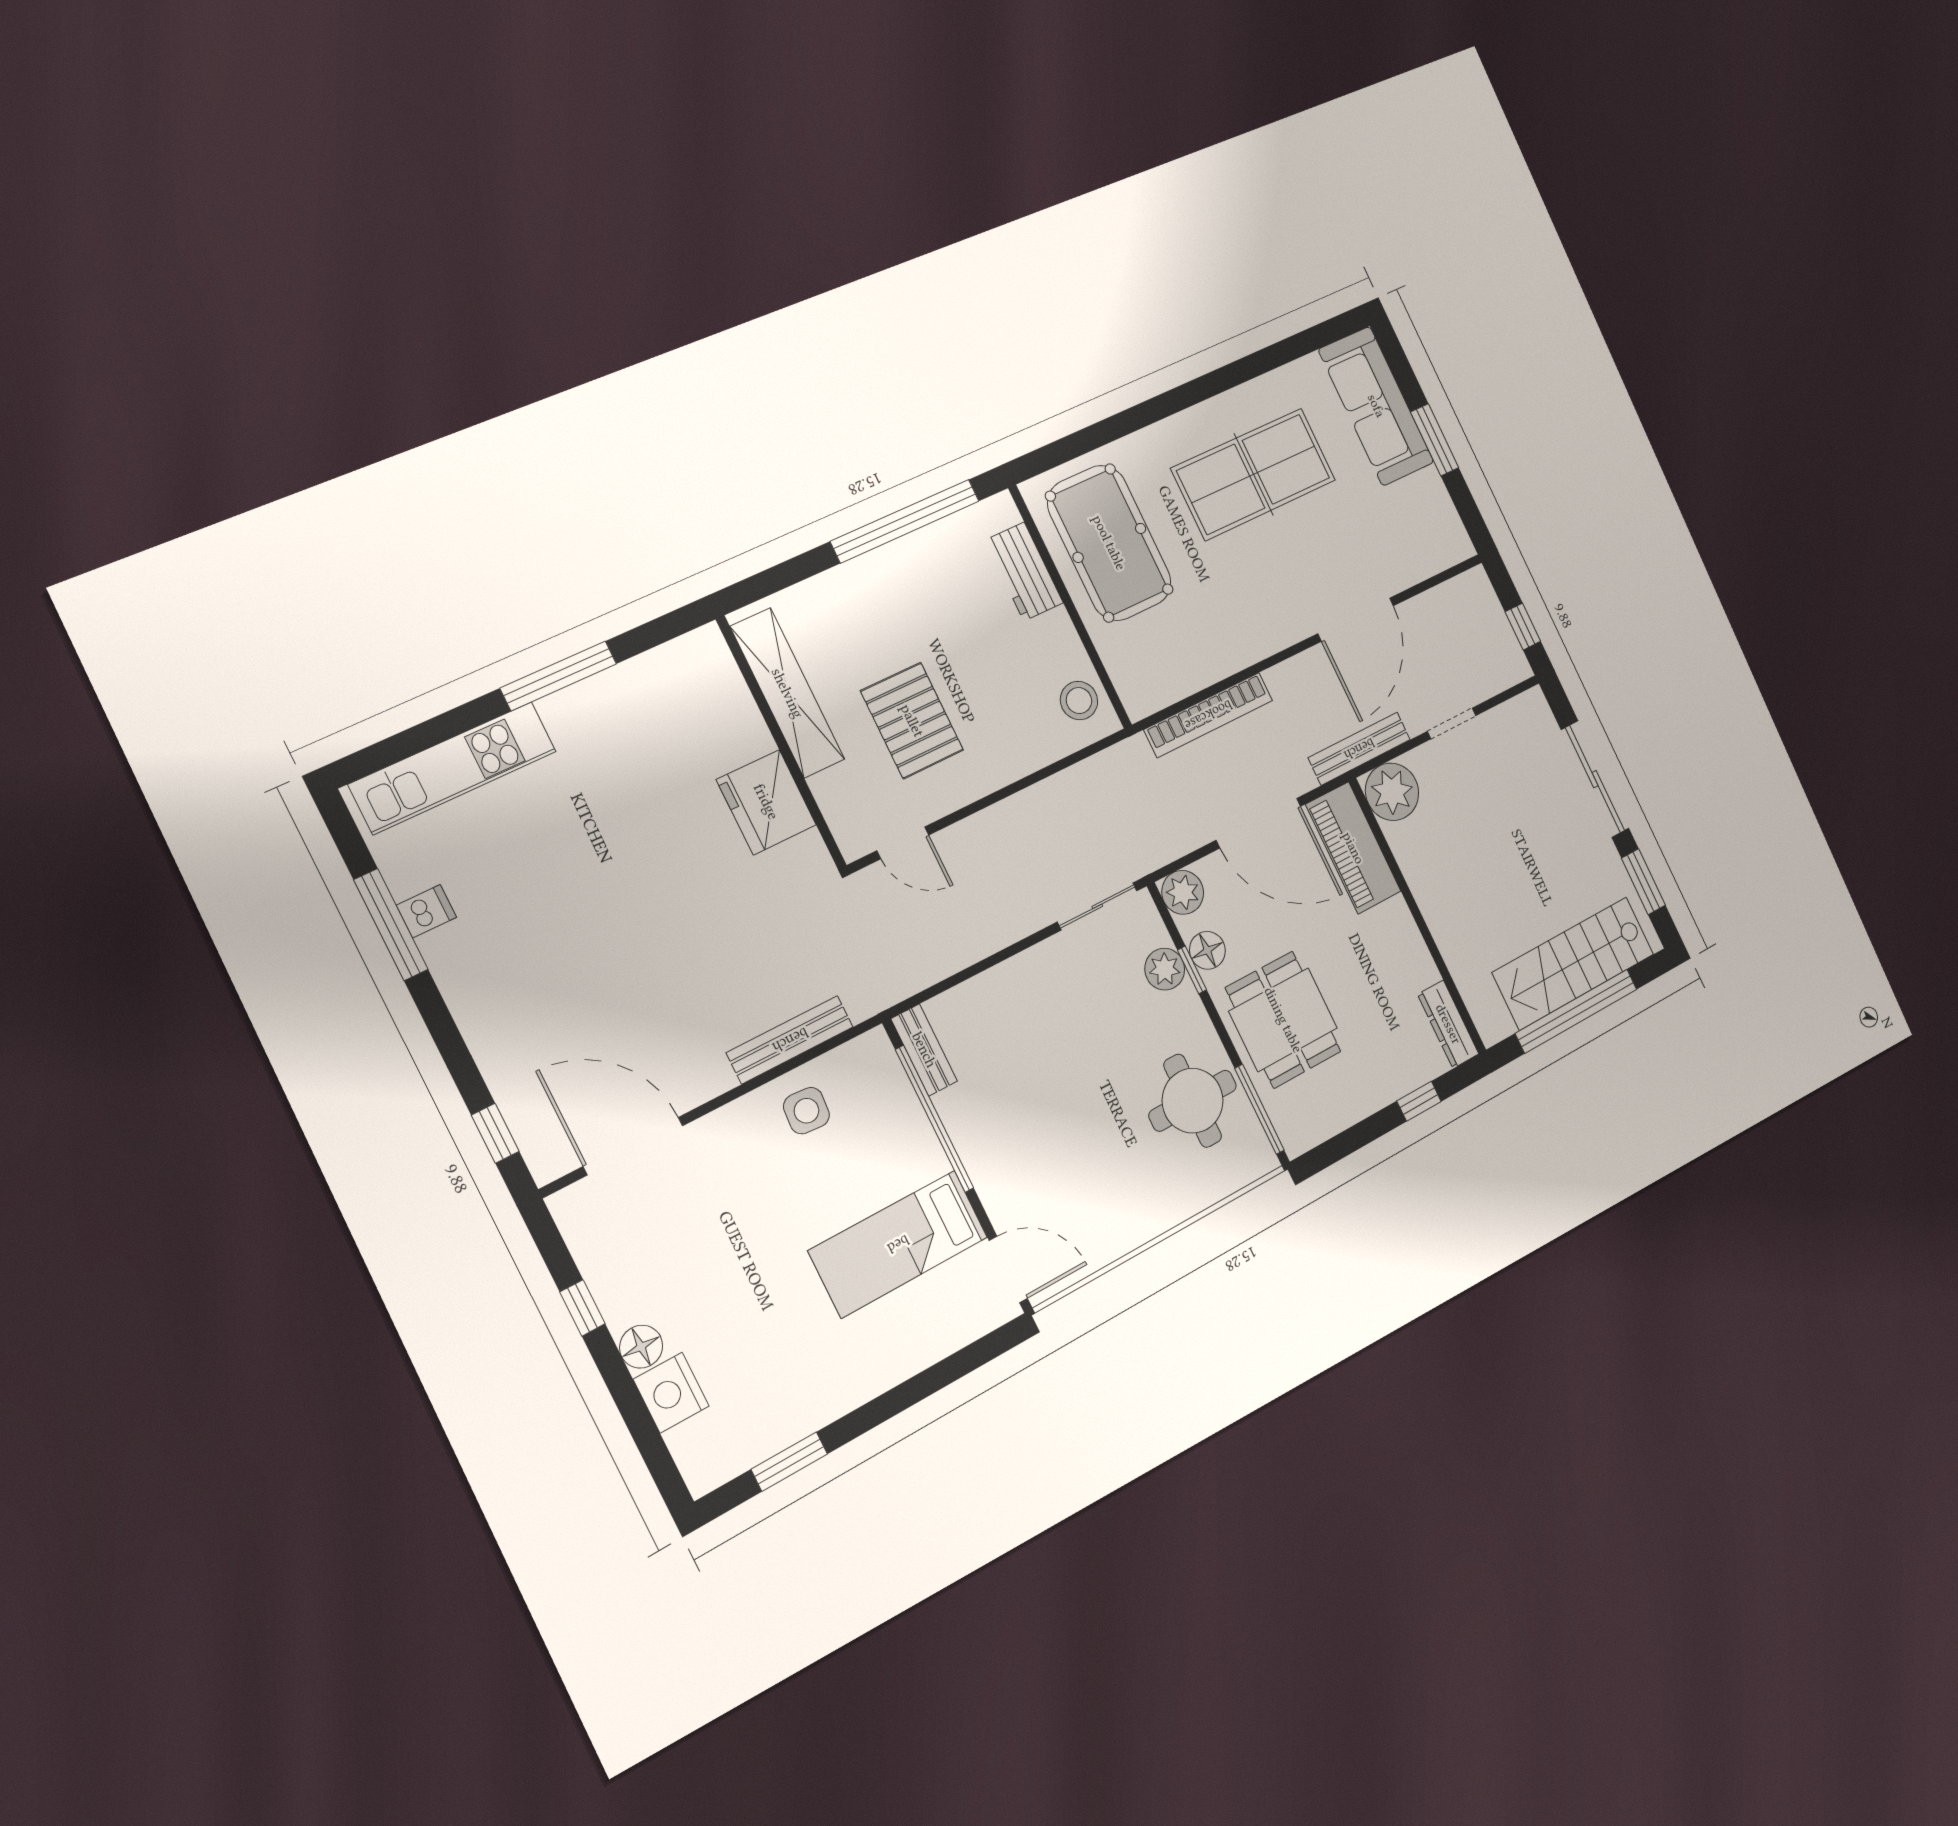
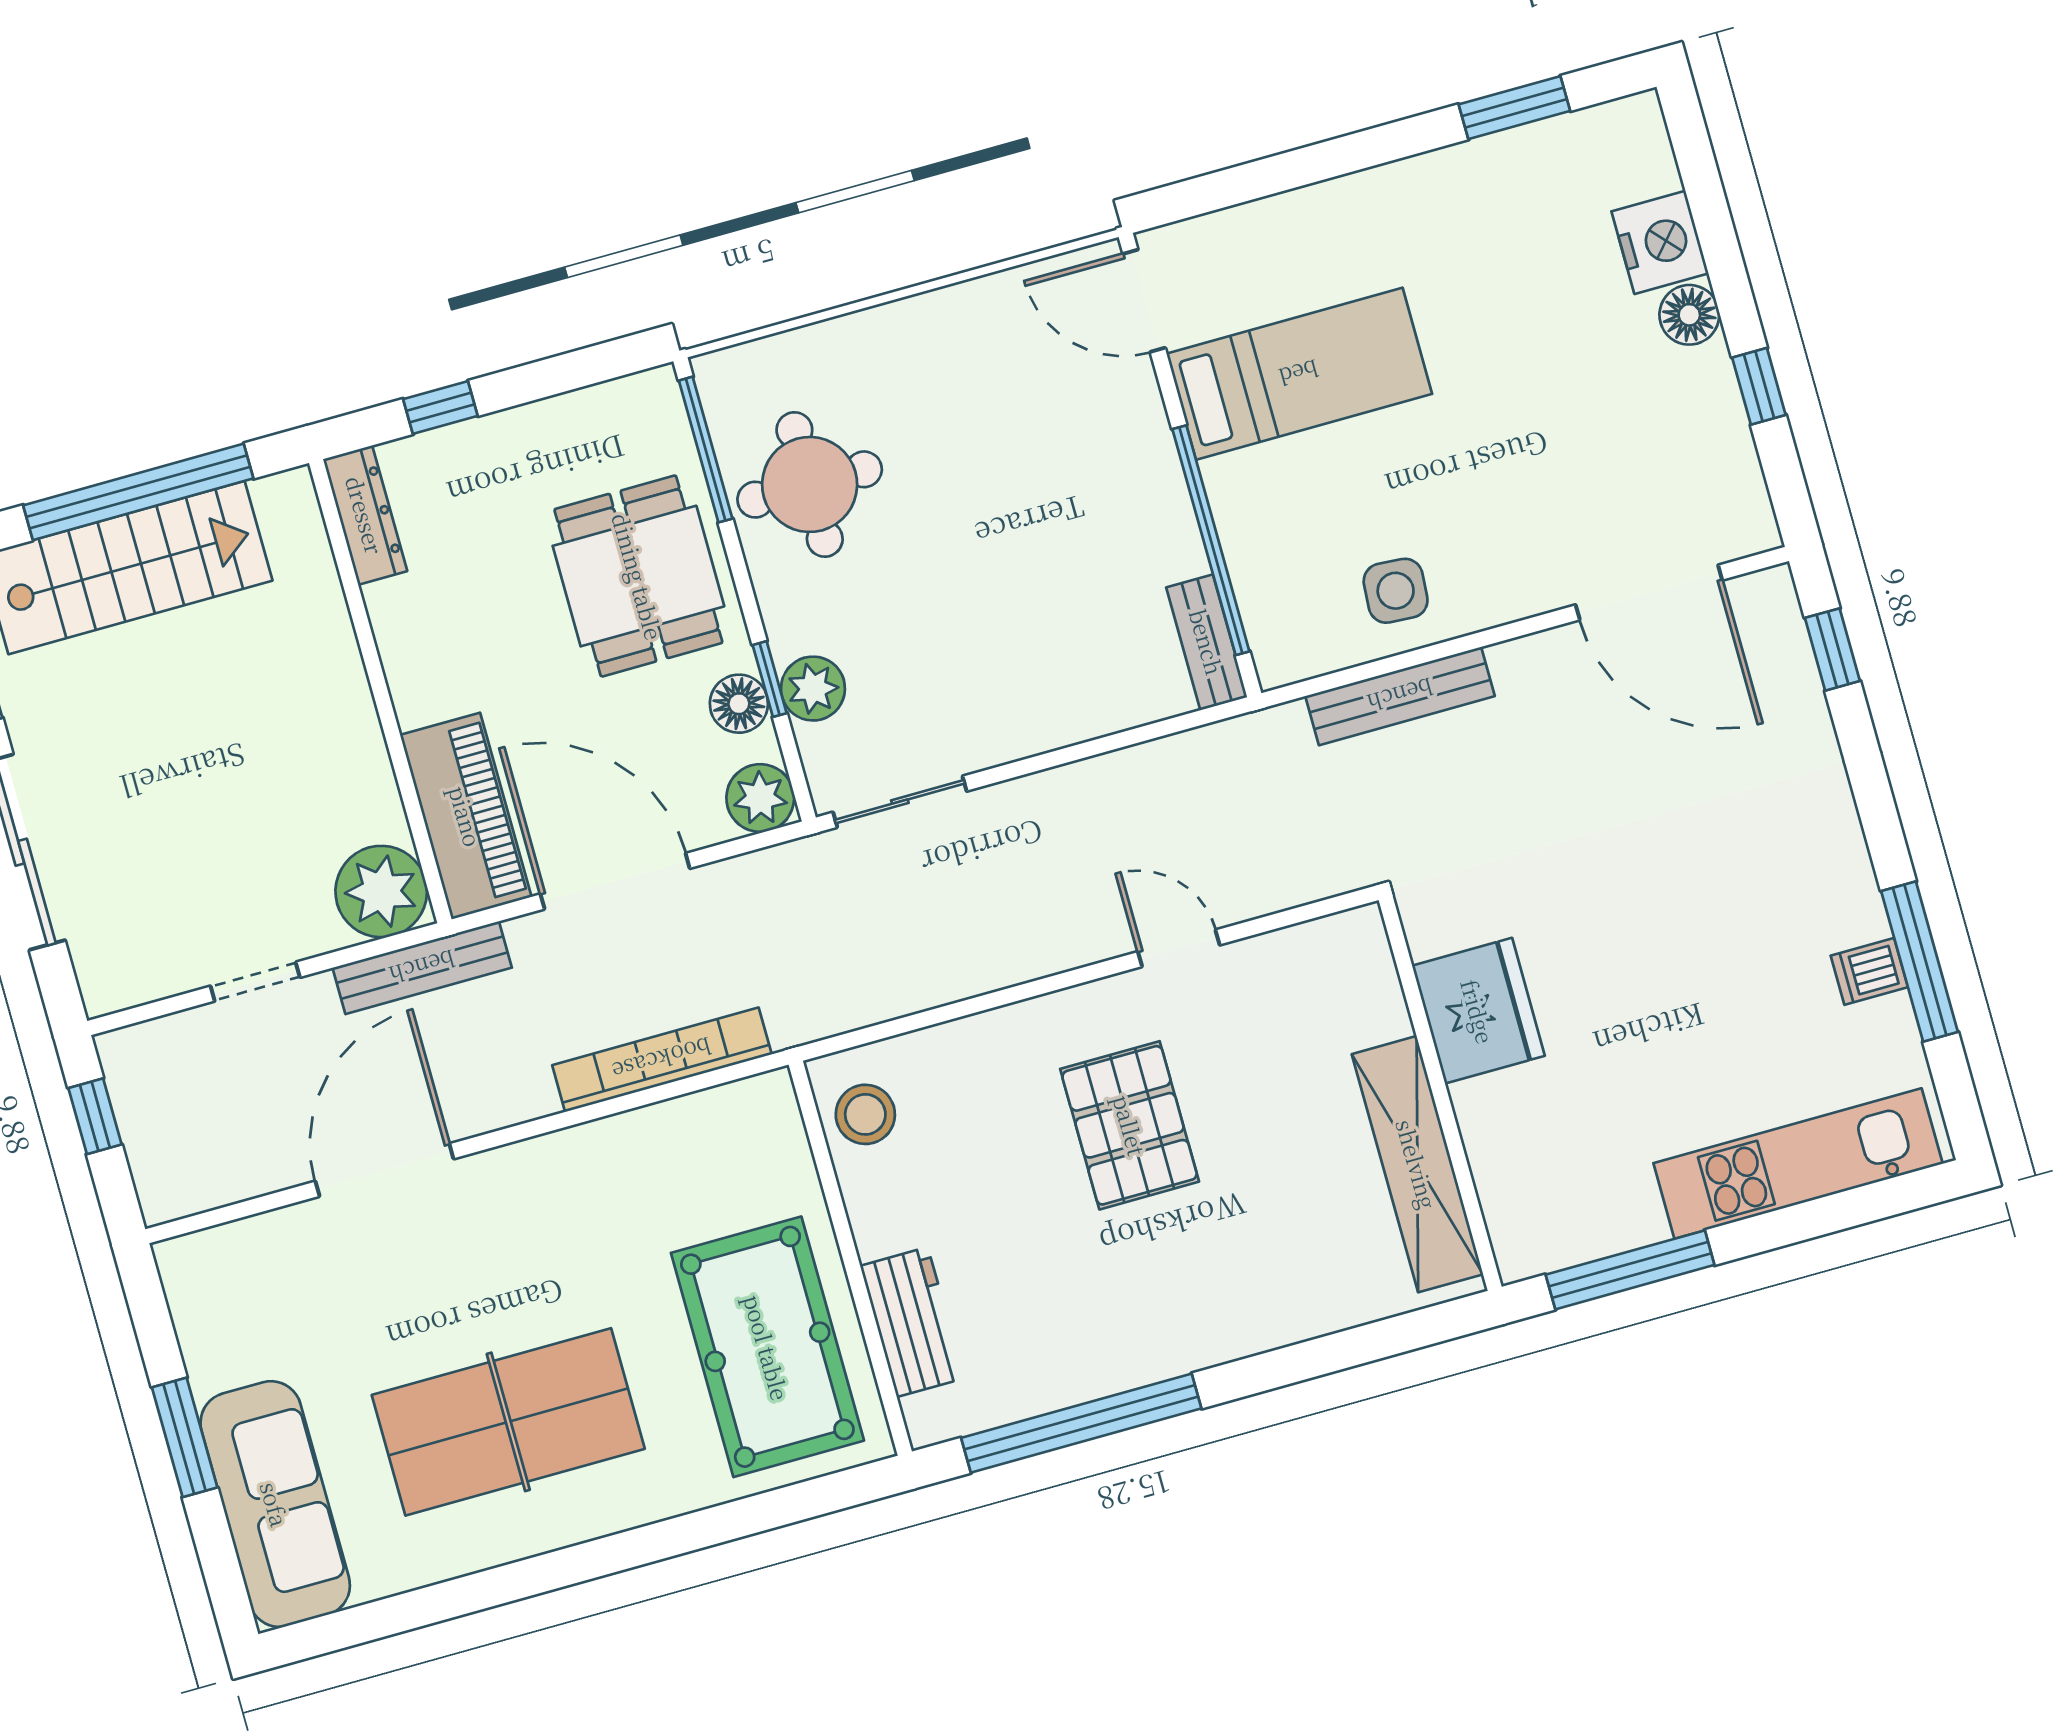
shelving: (787, 693) -> (1417, 1164), moved
wall: (781, 743) -> (1440, 1093), moved
fridge: (766, 802) -> (1478, 1011), moved

